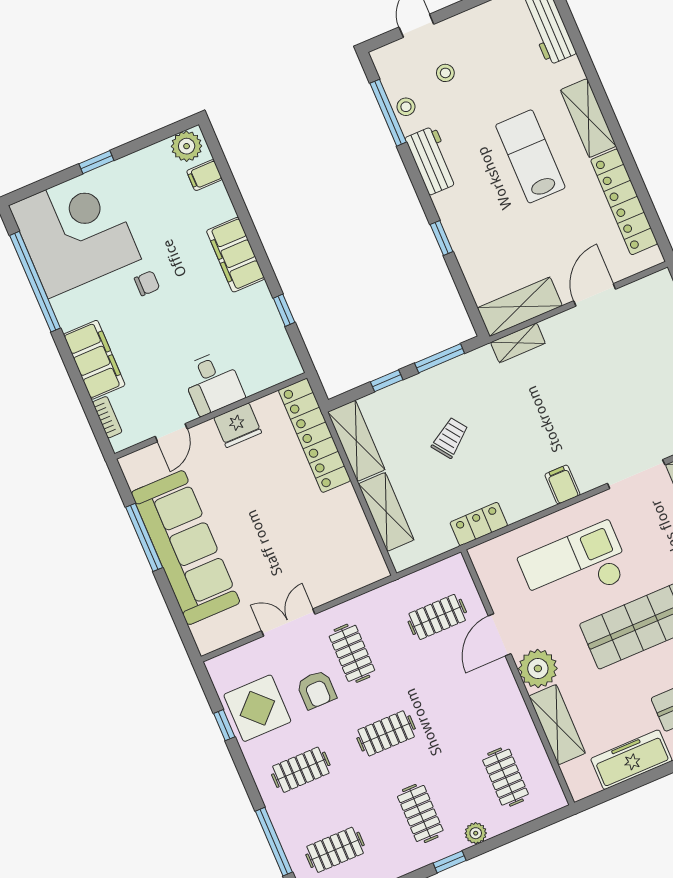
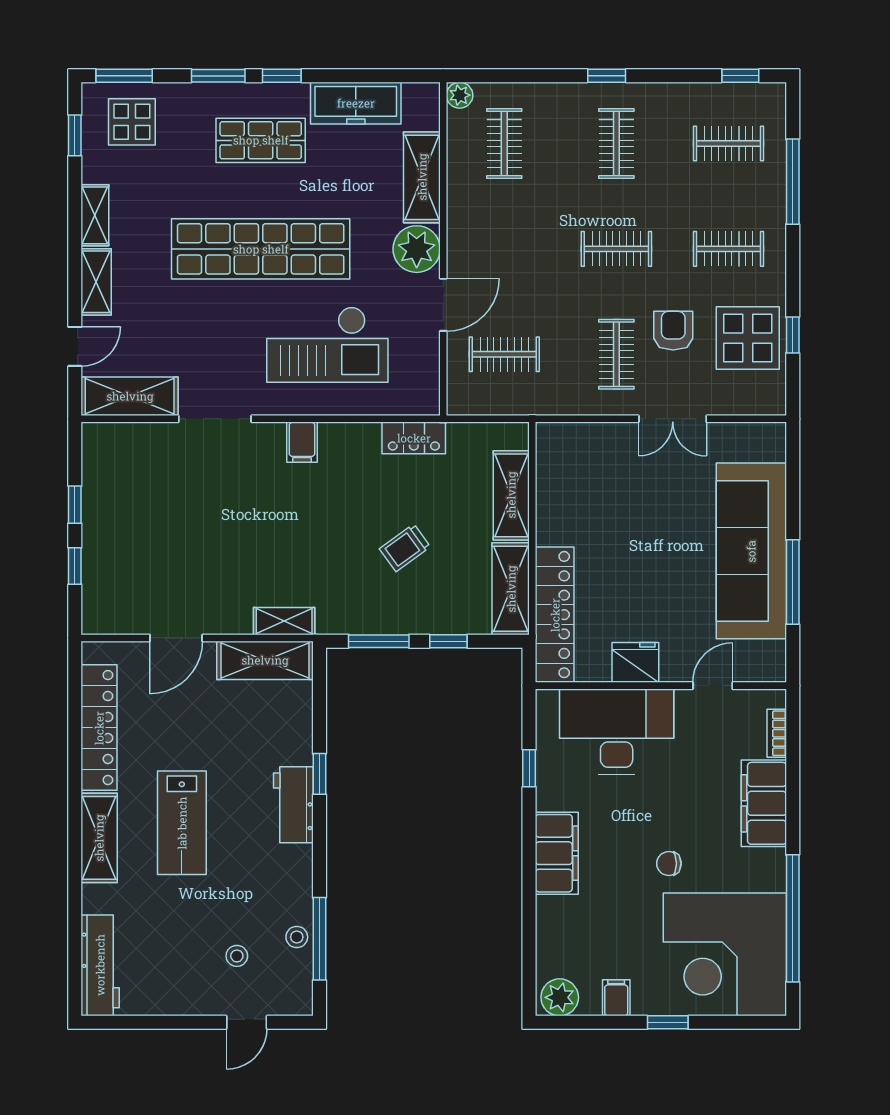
workbench: (432, 160) -> (293, 805), moved
filing cabinet: (204, 175) -> (616, 998), moved, turned -90
desk: (213, 383) -> (617, 732), width x1.87, depth x1.30
plant: (476, 833) -> (460, 95), moved

